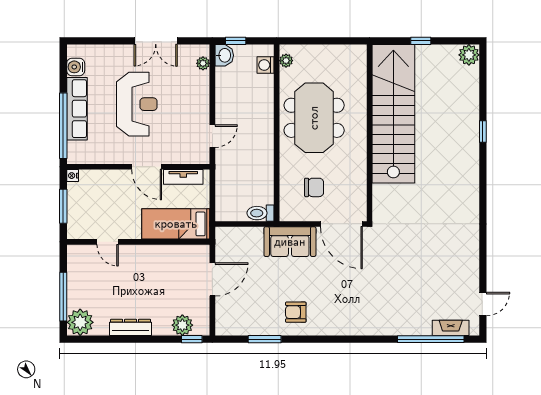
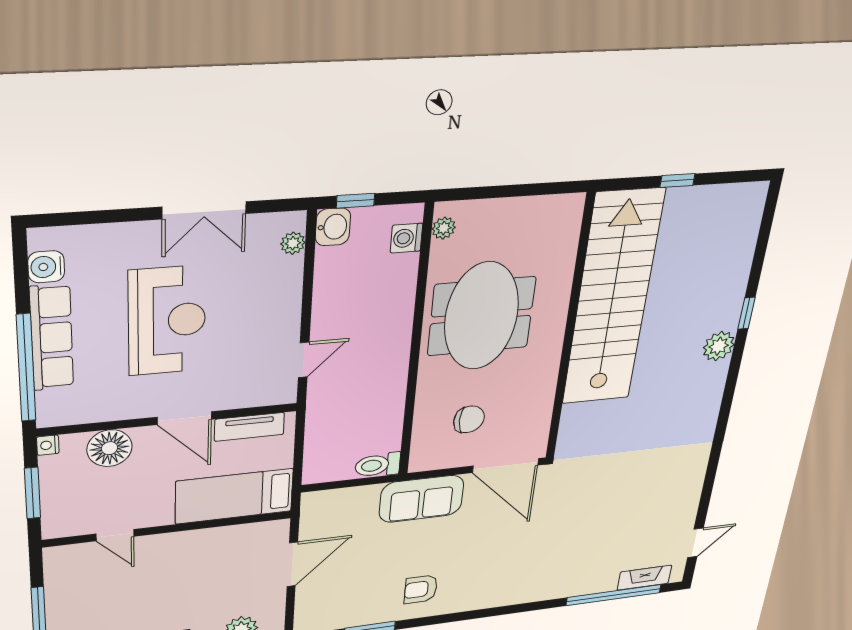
plant: (469, 55) -> (719, 346), moved
floor lamp: (105, 182) -> (109, 448), added

